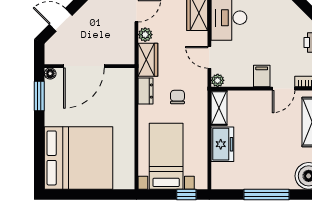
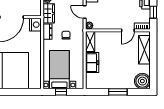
filing cabinet: (262, 76) -> (115, 23), removed
nightstand: (125, 79) -> (35, 25), added
window: (186, 195) -> (61, 92), moved
window: (267, 195) -> (118, 92), width x0.69

